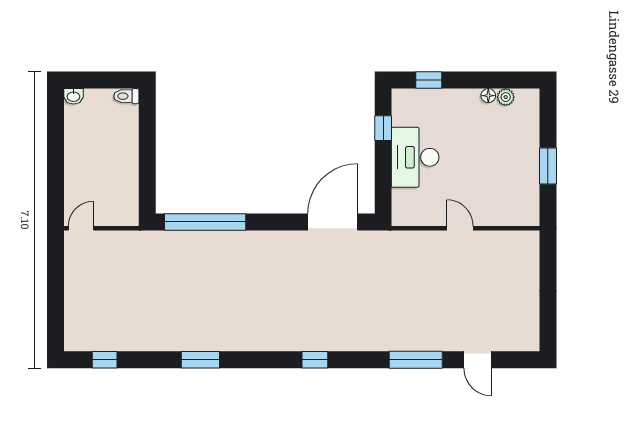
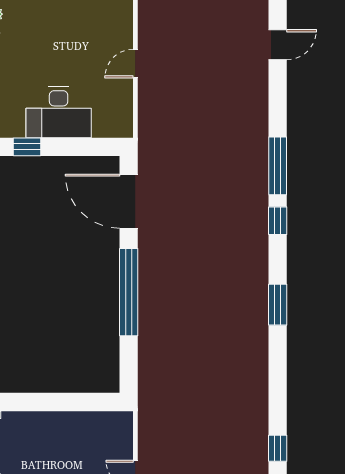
window: (205, 222) -> (129, 292), moved
window: (200, 360) -> (278, 305), moved
window: (416, 360) -> (278, 166), moved

